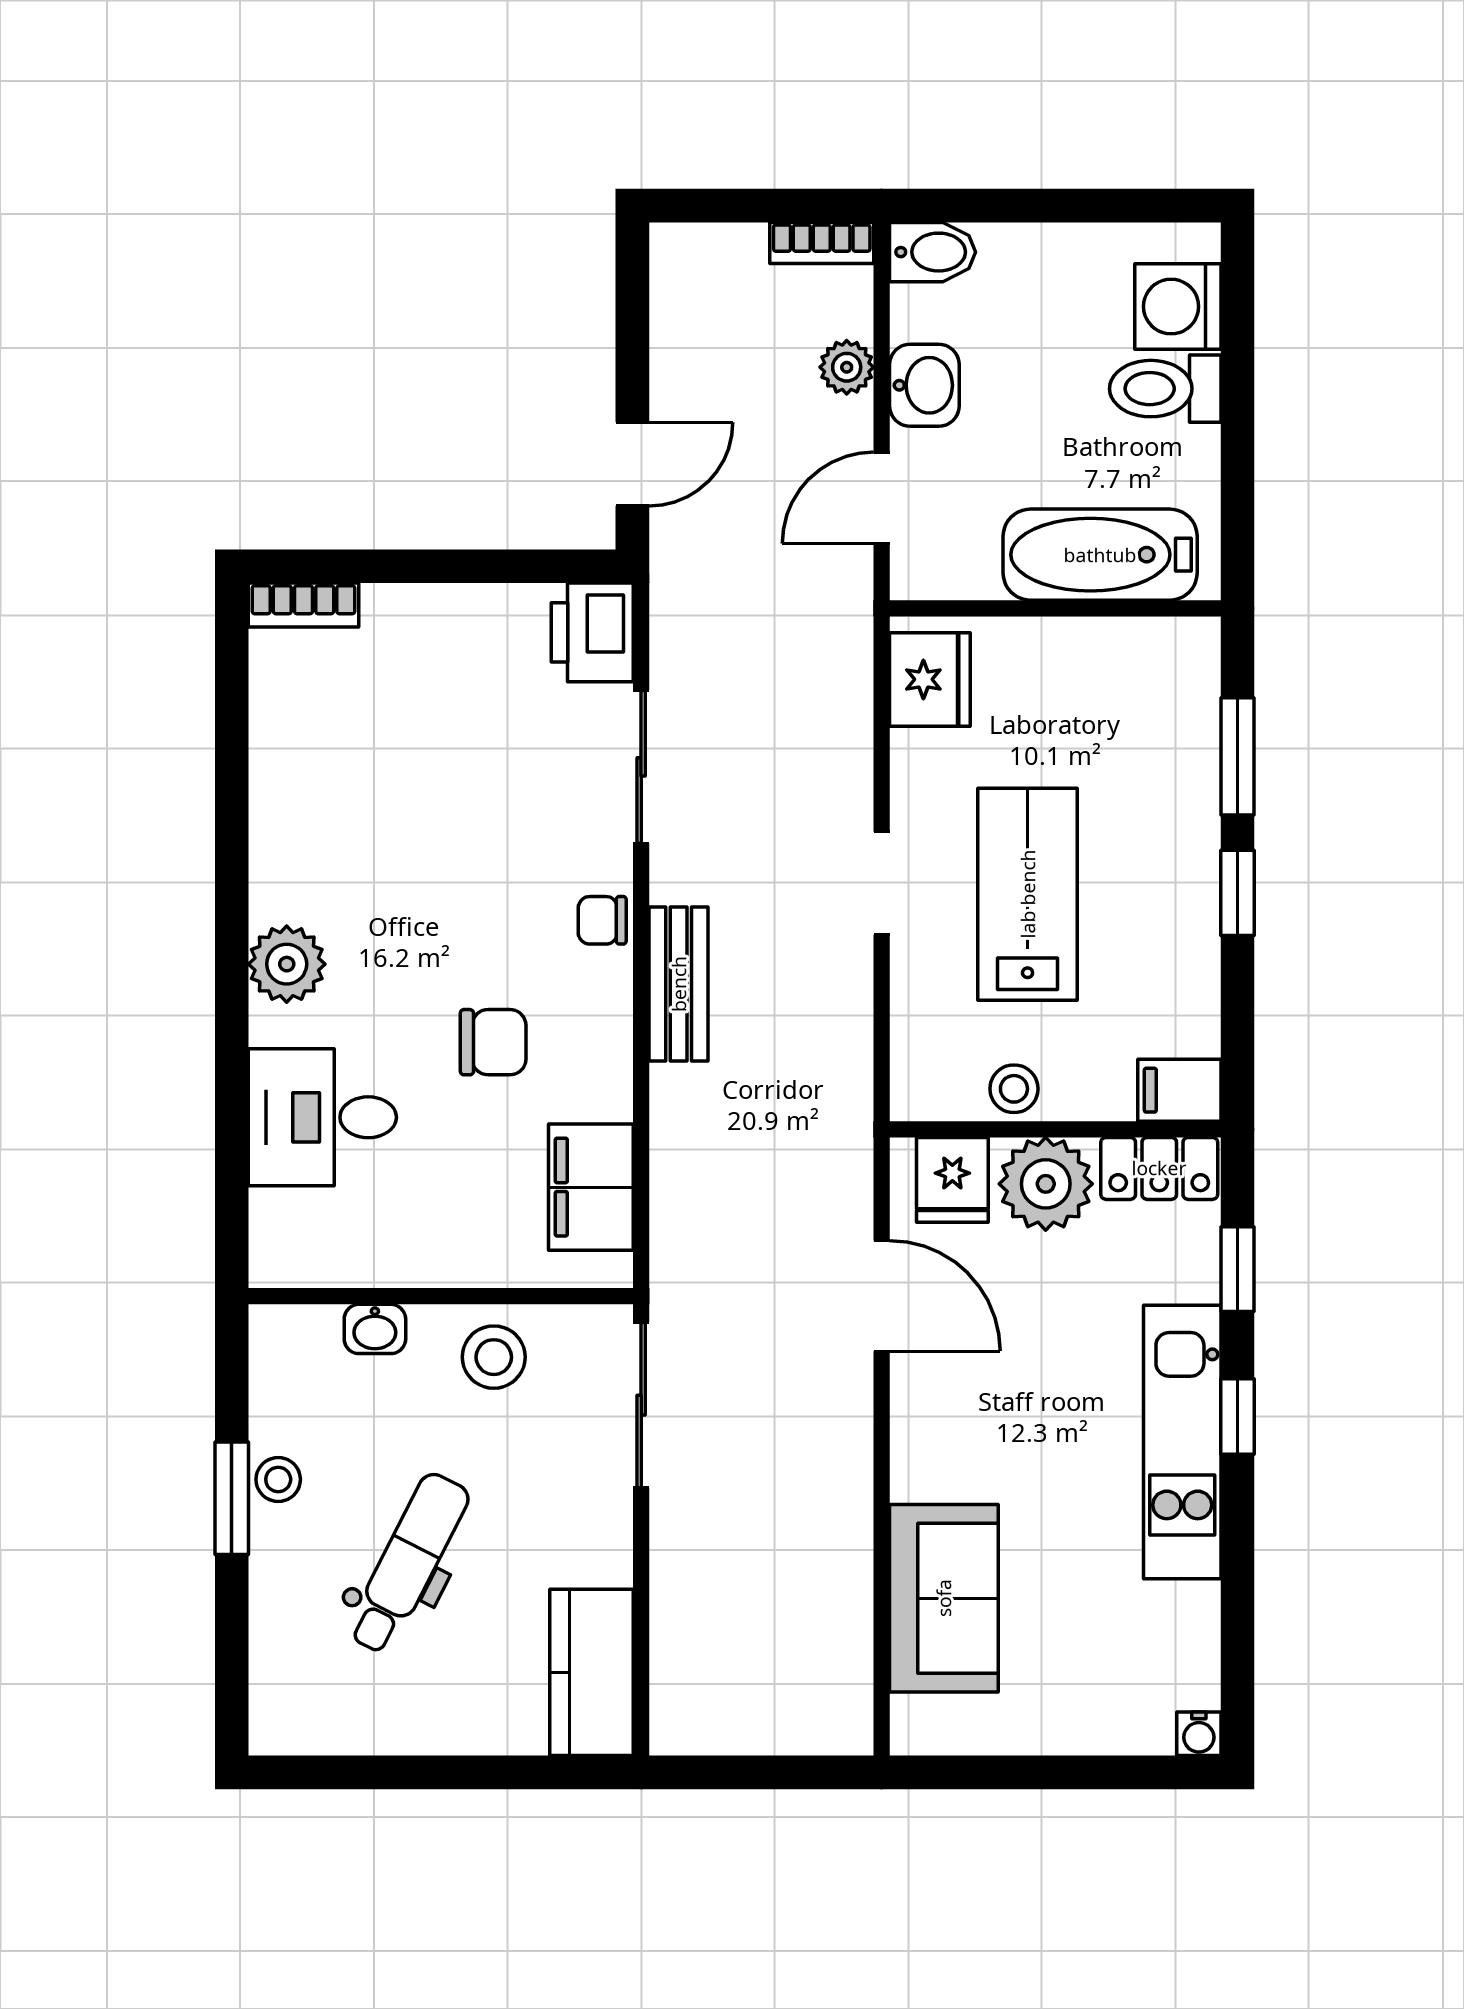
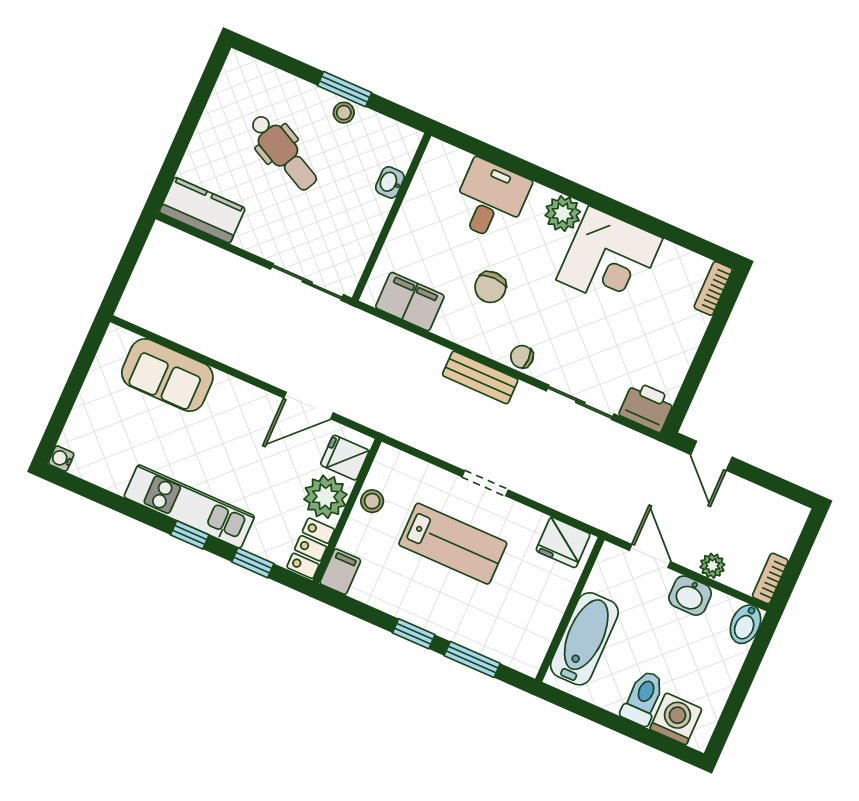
corner desk: (336, 833) -> (609, 259), added
chair: (602, 920) -> (522, 357), turned -90
stool: (494, 1357) -> (355, 228), removed

